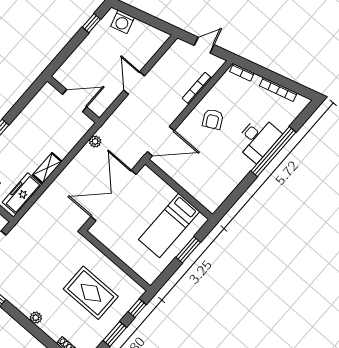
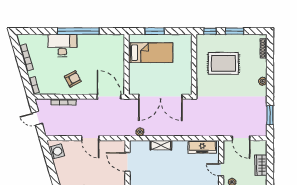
washing machine: (123, 22) -> (57, 151), moved
door: (134, 83) -> (90, 138), hinge flipped
window: (273, 152) -> (78, 31), moved
shelving: (47, 168) -> (161, 145), moved
rug: (91, 293) -> (223, 63), turned 90

